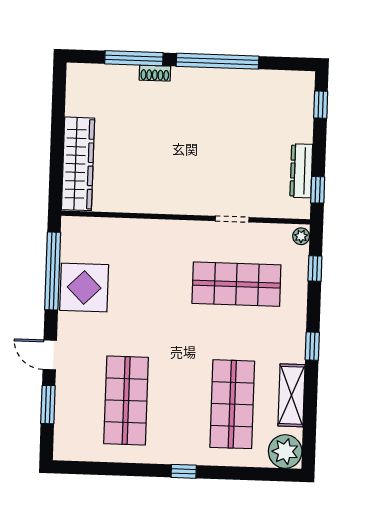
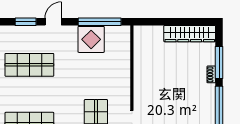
wardrobe: (78, 164) -> (190, 34), moved

